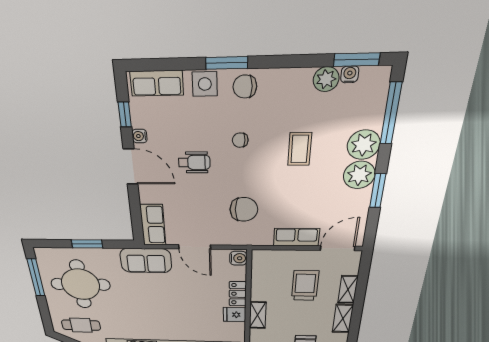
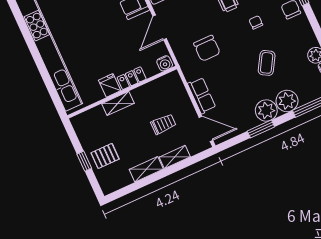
coffee table: (300, 149) -> (267, 63), turned -59
trolley: (305, 286) -> (163, 124), width x0.73, depth x0.72

